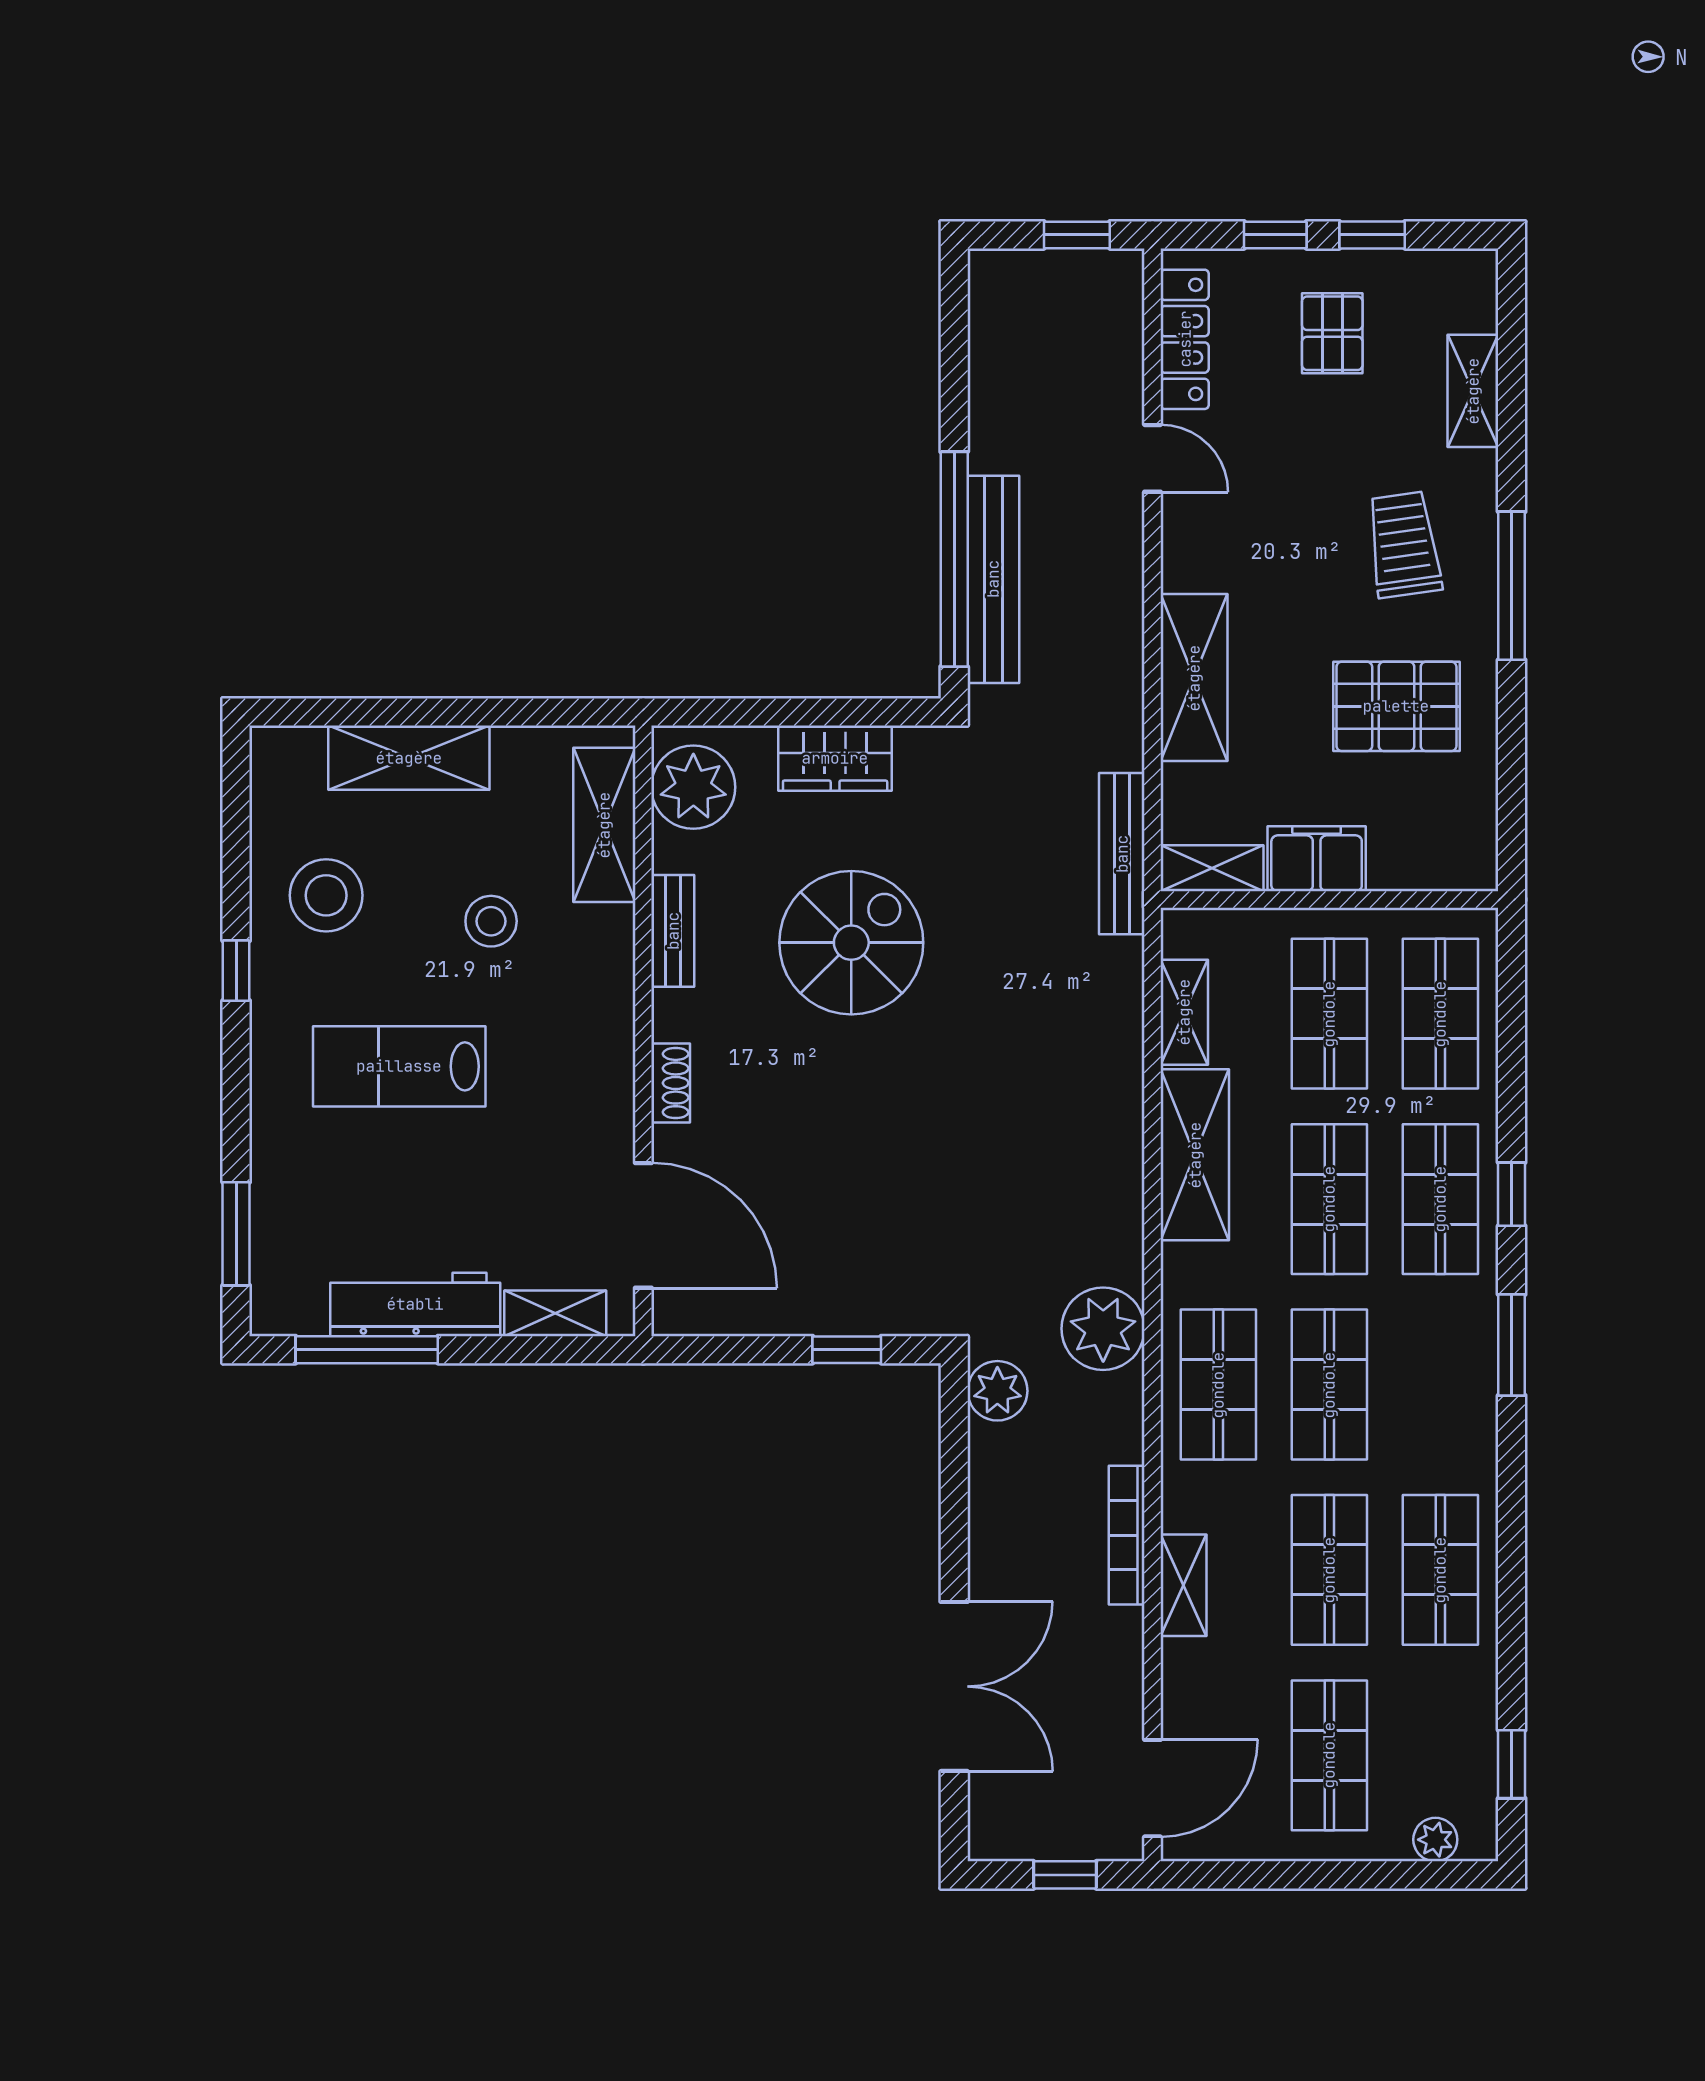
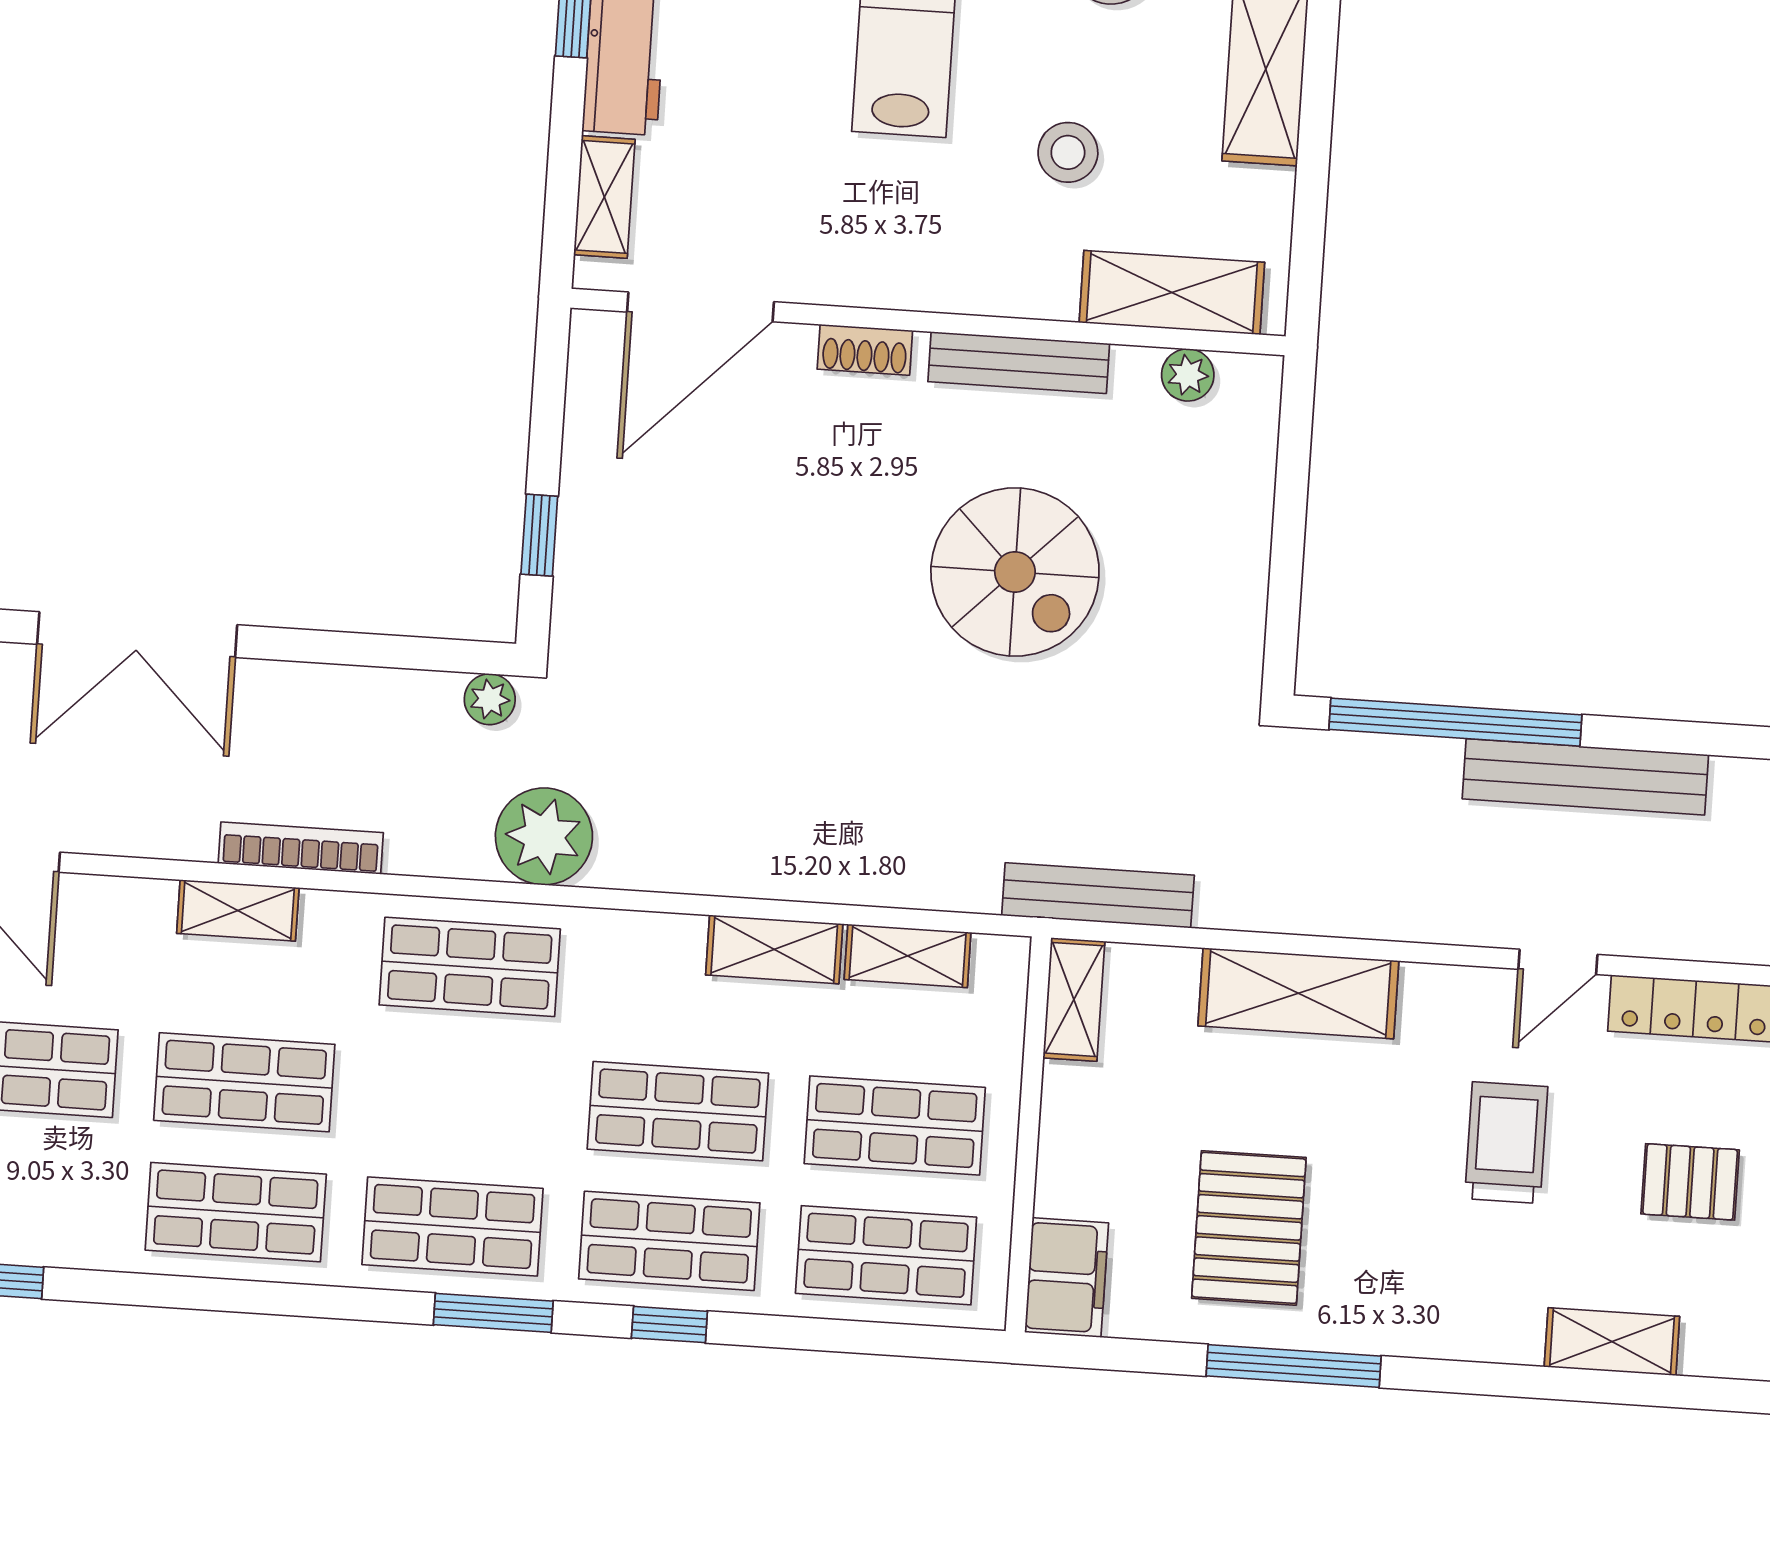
trolley: (1404, 545) -> (1506, 1143), moved, turned -82
bench: (993, 579) -> (1585, 777), moved
window: (1512, 586) -> (1294, 1366), moved
wardrobe: (835, 758) -> (1232, 567), removed
plant: (693, 787) -> (1188, 375), width x0.53, depth x0.53
filing cabinet: (1317, 859) -> (1067, 1278), moved
bench: (673, 931) -> (1019, 363), width x1.36
shelving: (1195, 1155) -> (774, 949), width x0.67, depth x0.75
shop shelf: (1329, 1385) -> (452, 1226), moved
plant: (997, 1391) -> (490, 699), width x0.73, depth x0.73

